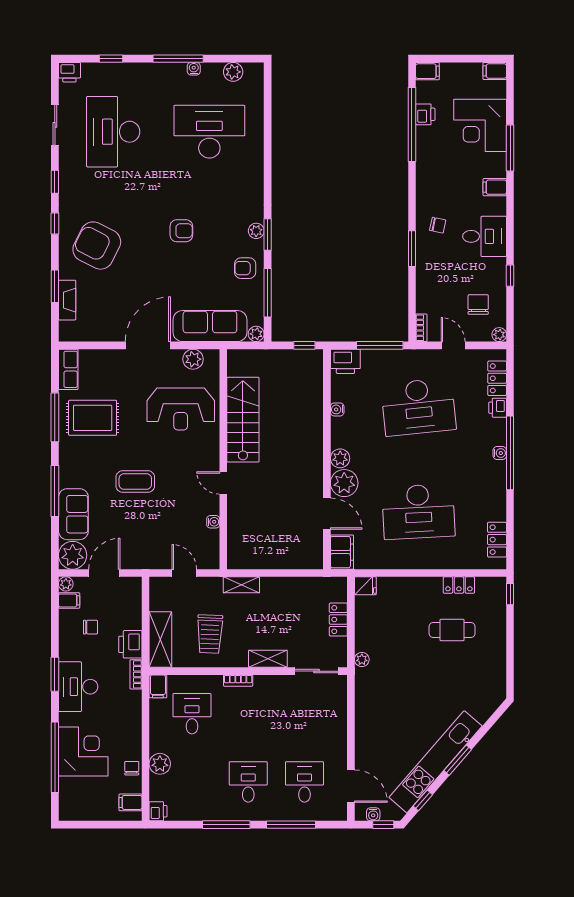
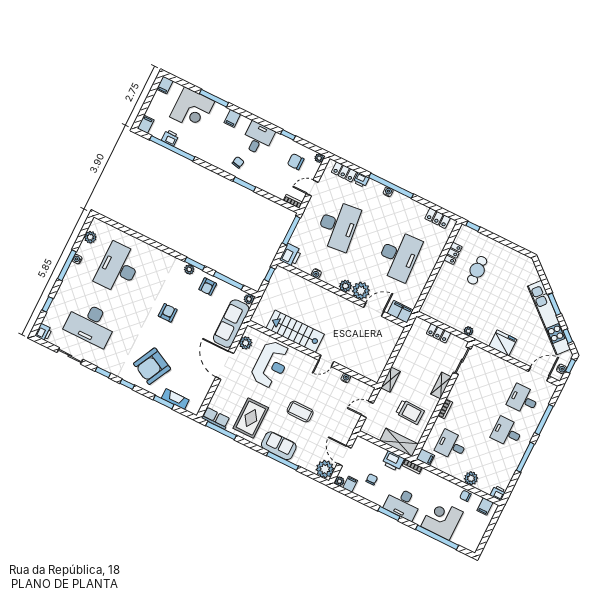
window: (55, 417) -> (221, 431), moved
coffee table: (135, 482) -> (300, 412), turned 90
sofa: (73, 514) -> (279, 446), moved
fridge: (365, 586) -> (503, 343), moved, width x1.88, depth x1.34

